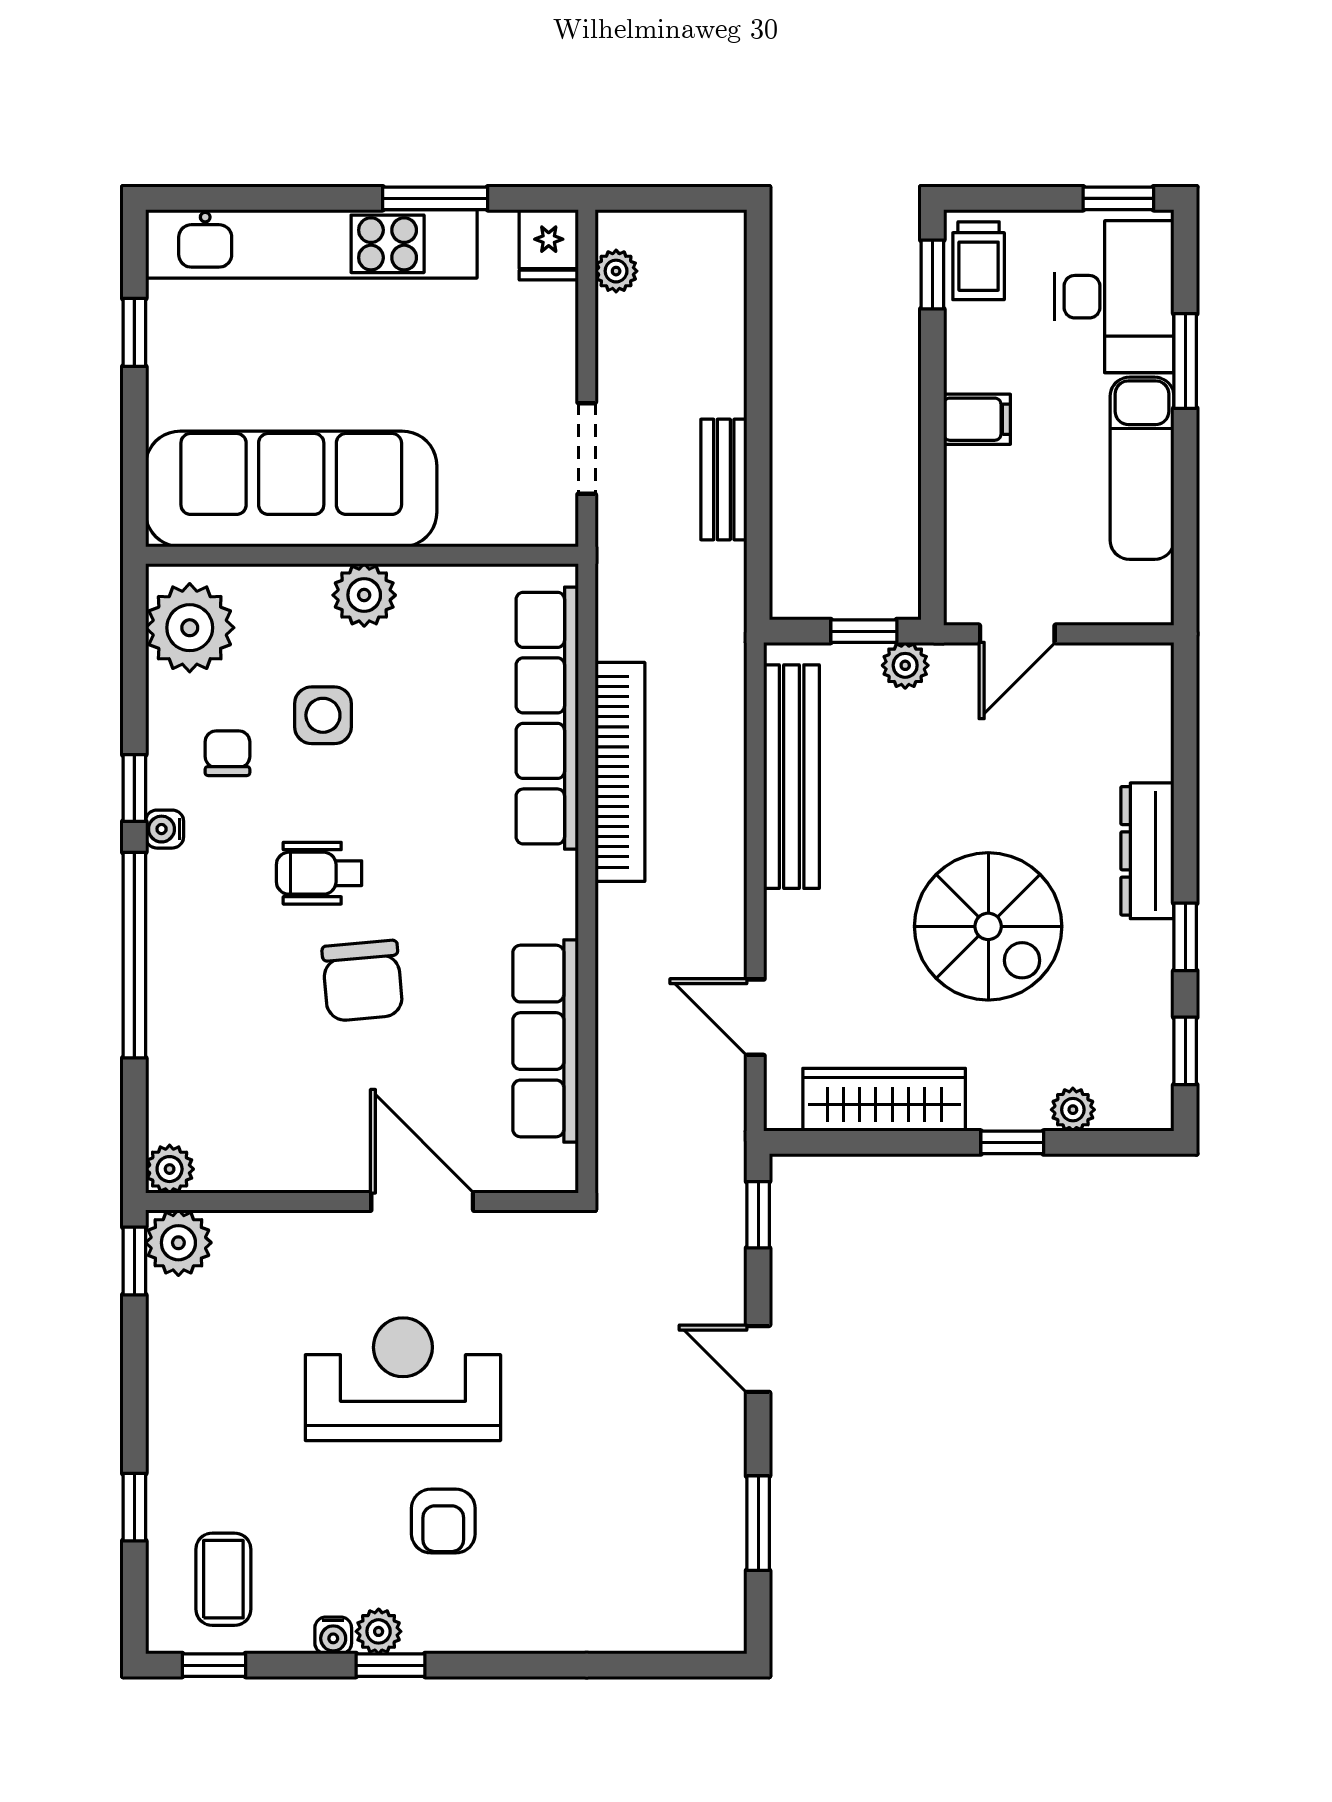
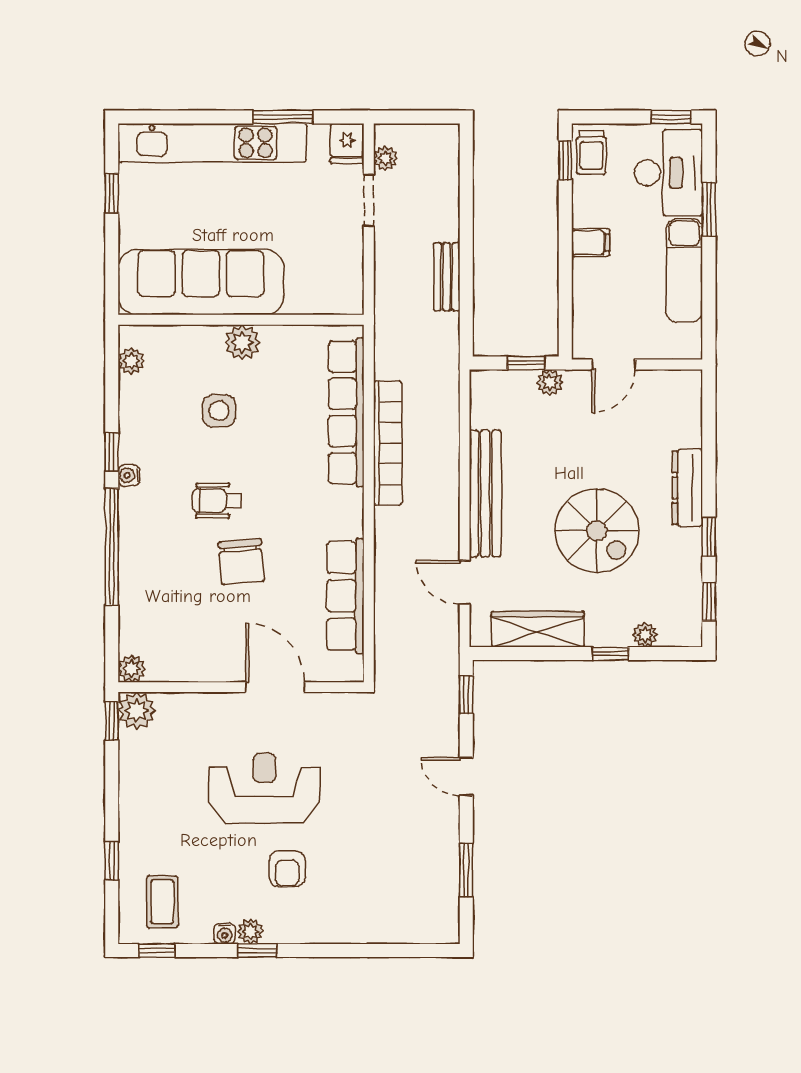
doorway: (587, 448) -> (369, 200), moved
plant: (190, 628) -> (131, 361), width x0.53, depth x0.53
chair: (227, 753) -> (165, 432), removed
bench: (792, 777) -> (485, 493), moved

